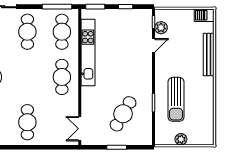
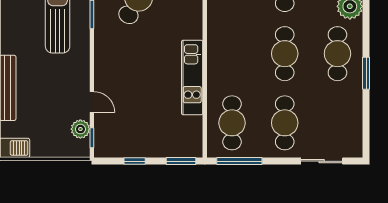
door: (154, 45) -> (92, 102), swing flipped
kitchen unit: (88, 52) -> (192, 77), width x0.73
cafe table: (62, 77) -> (285, 54), moved

